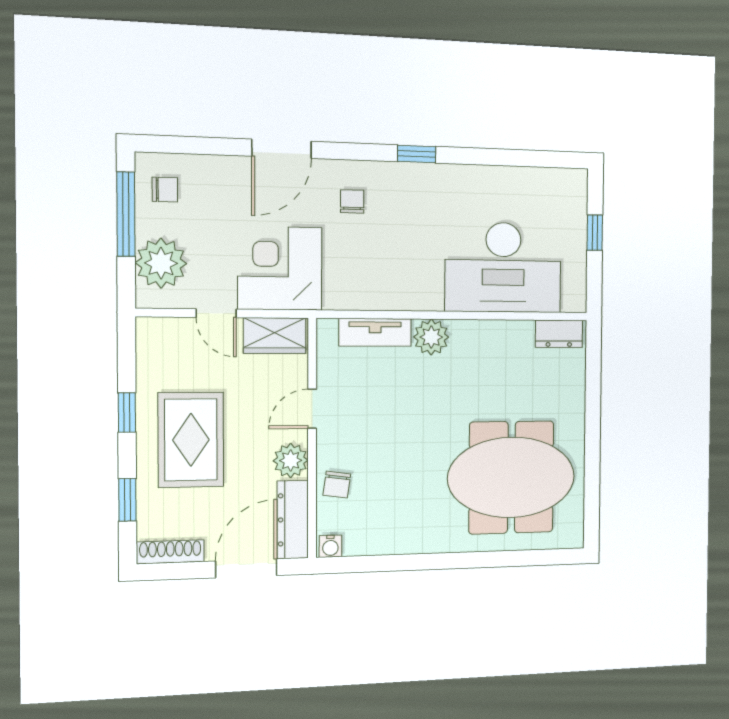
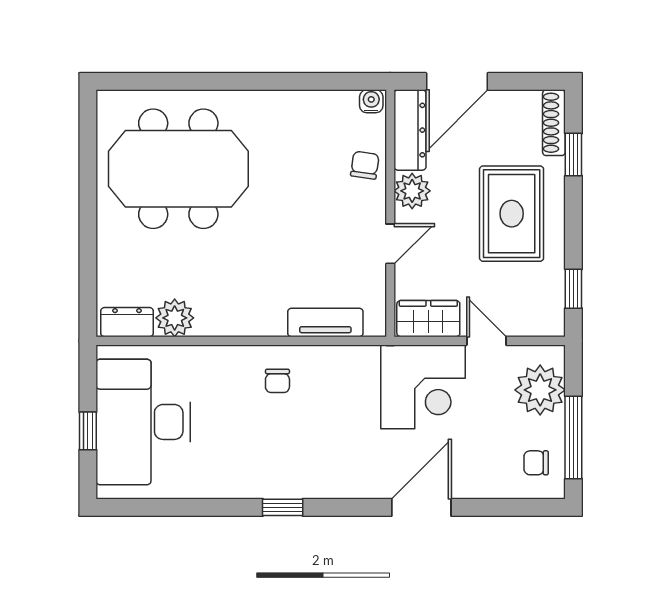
chair: (352, 201) -> (277, 381), moved
desk: (503, 267) -> (143, 422), moved, turned -90
plant: (431, 337) -> (175, 318), moved
window: (127, 413) -> (573, 289), moved
shoe rack: (170, 552) -> (554, 123), moved, turned 90

